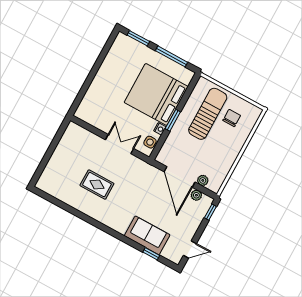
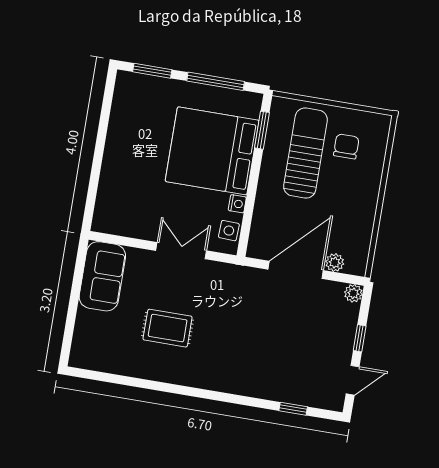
window: (173, 120) -> (262, 130), moved
door: (180, 177) -> (296, 270), swing flipped
plant: (196, 195) -> (353, 293), moved
window: (210, 212) -> (360, 338), moved
sofa: (147, 235) -> (102, 276), moved, turned 90

